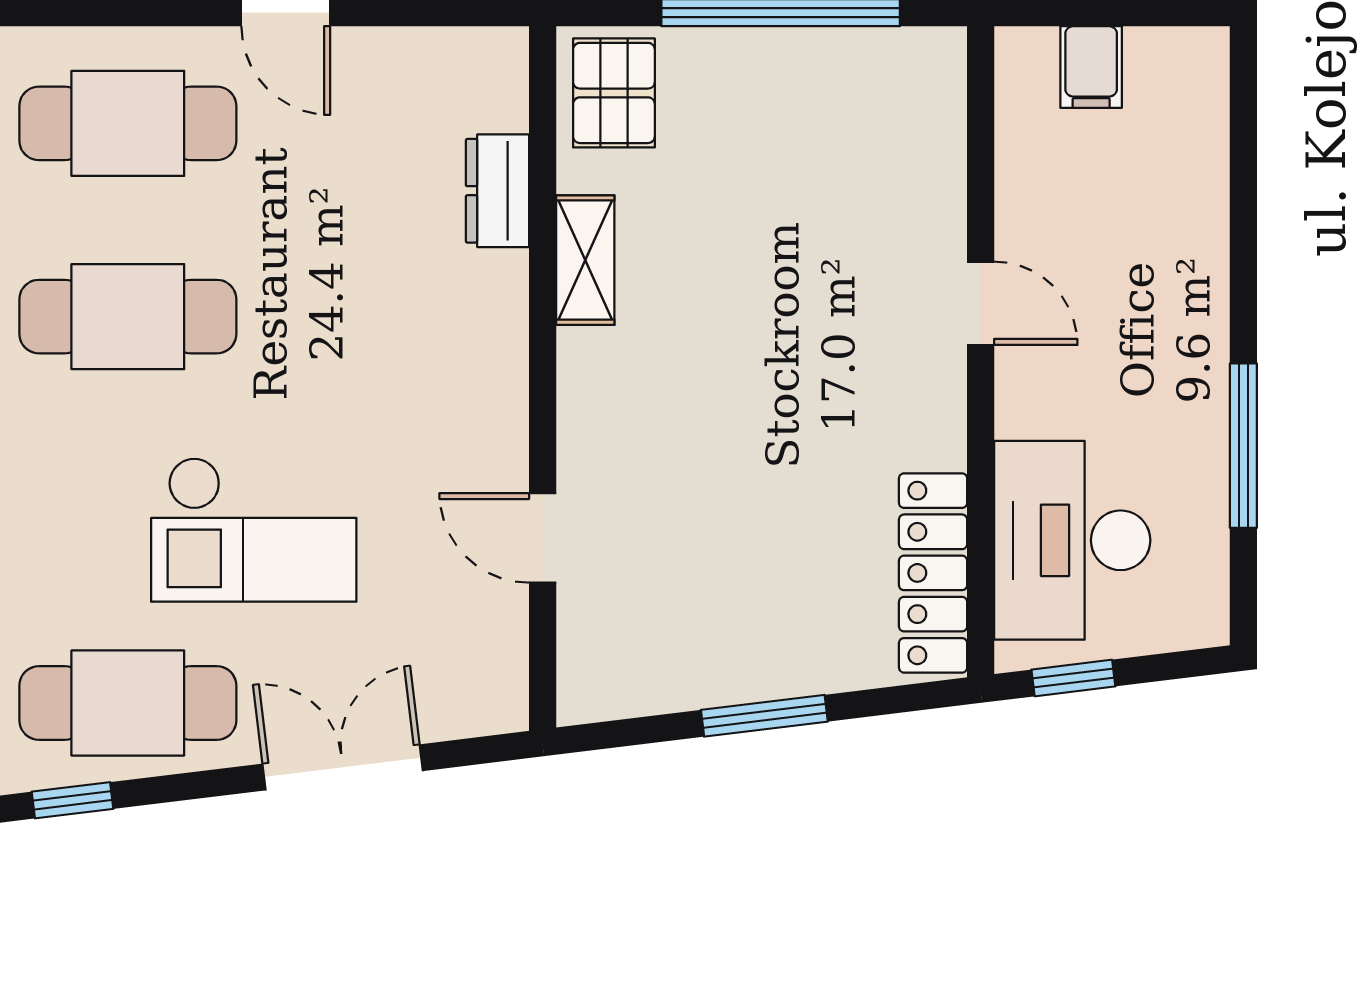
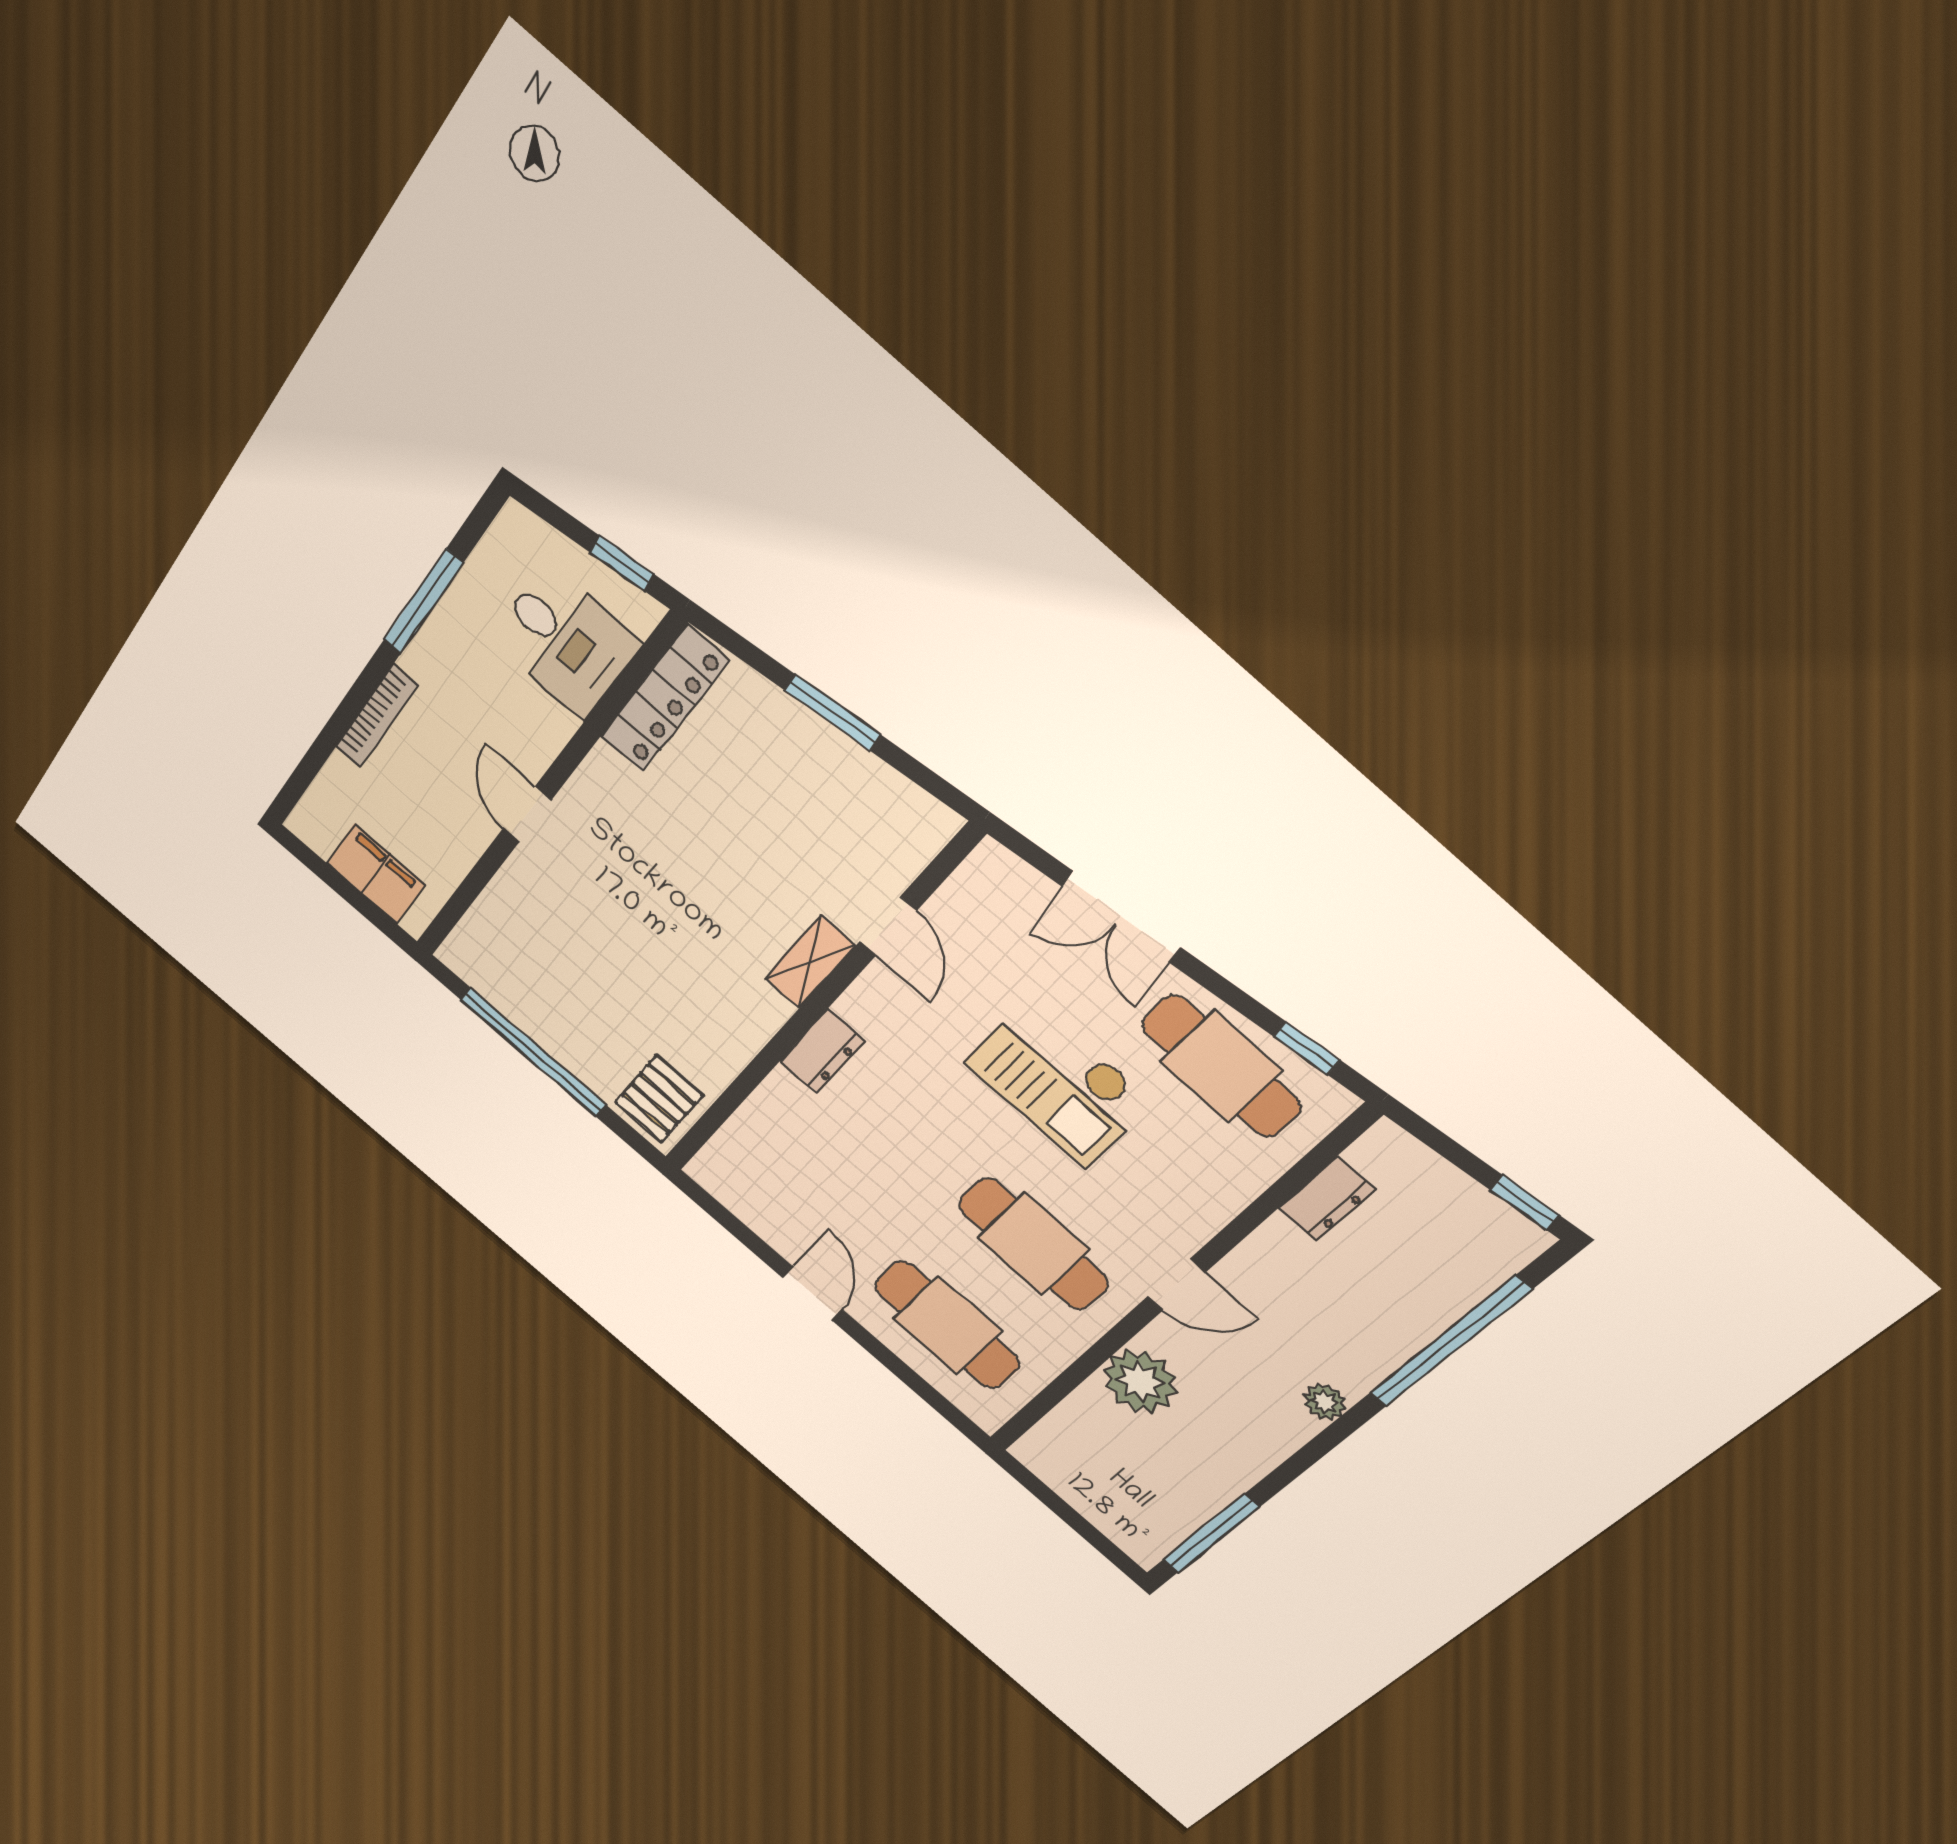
filing cabinet: (1091, 67) -> (376, 874), width x2.00
dresser: (497, 191) -> (822, 1051), moved
shelving: (585, 260) -> (810, 962), moved
bookcase: (1209, 265) -> (377, 716), added
checkout: (254, 530) -> (1059, 1083), turned 180
desk: (1072, 540) -> (565, 641), width x0.73

